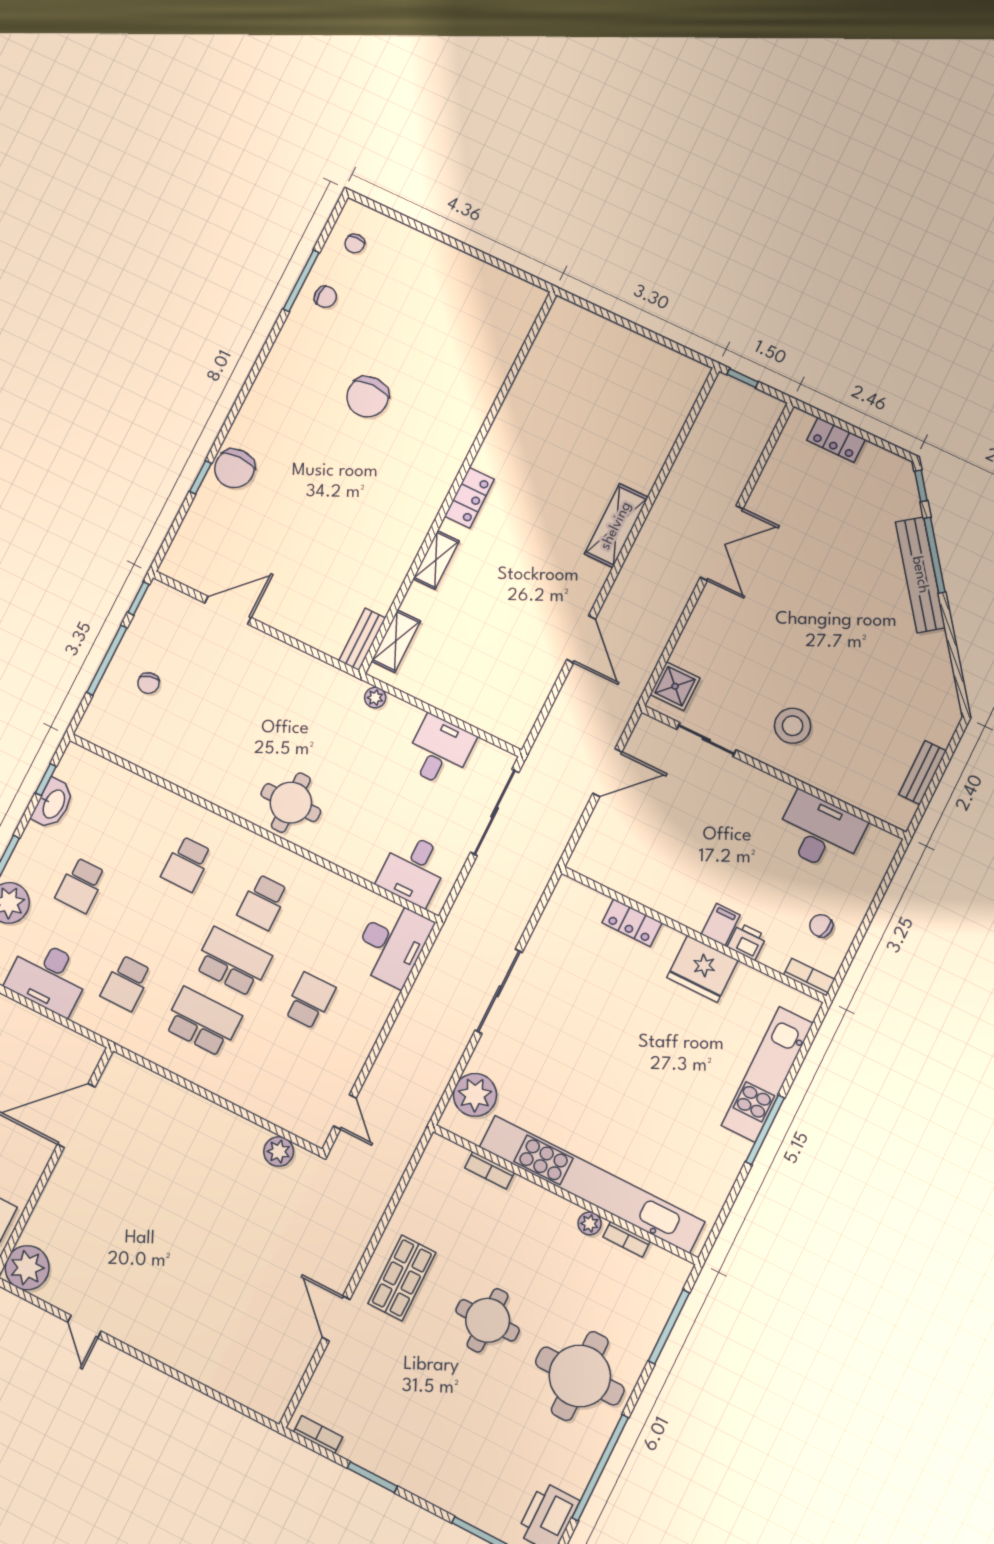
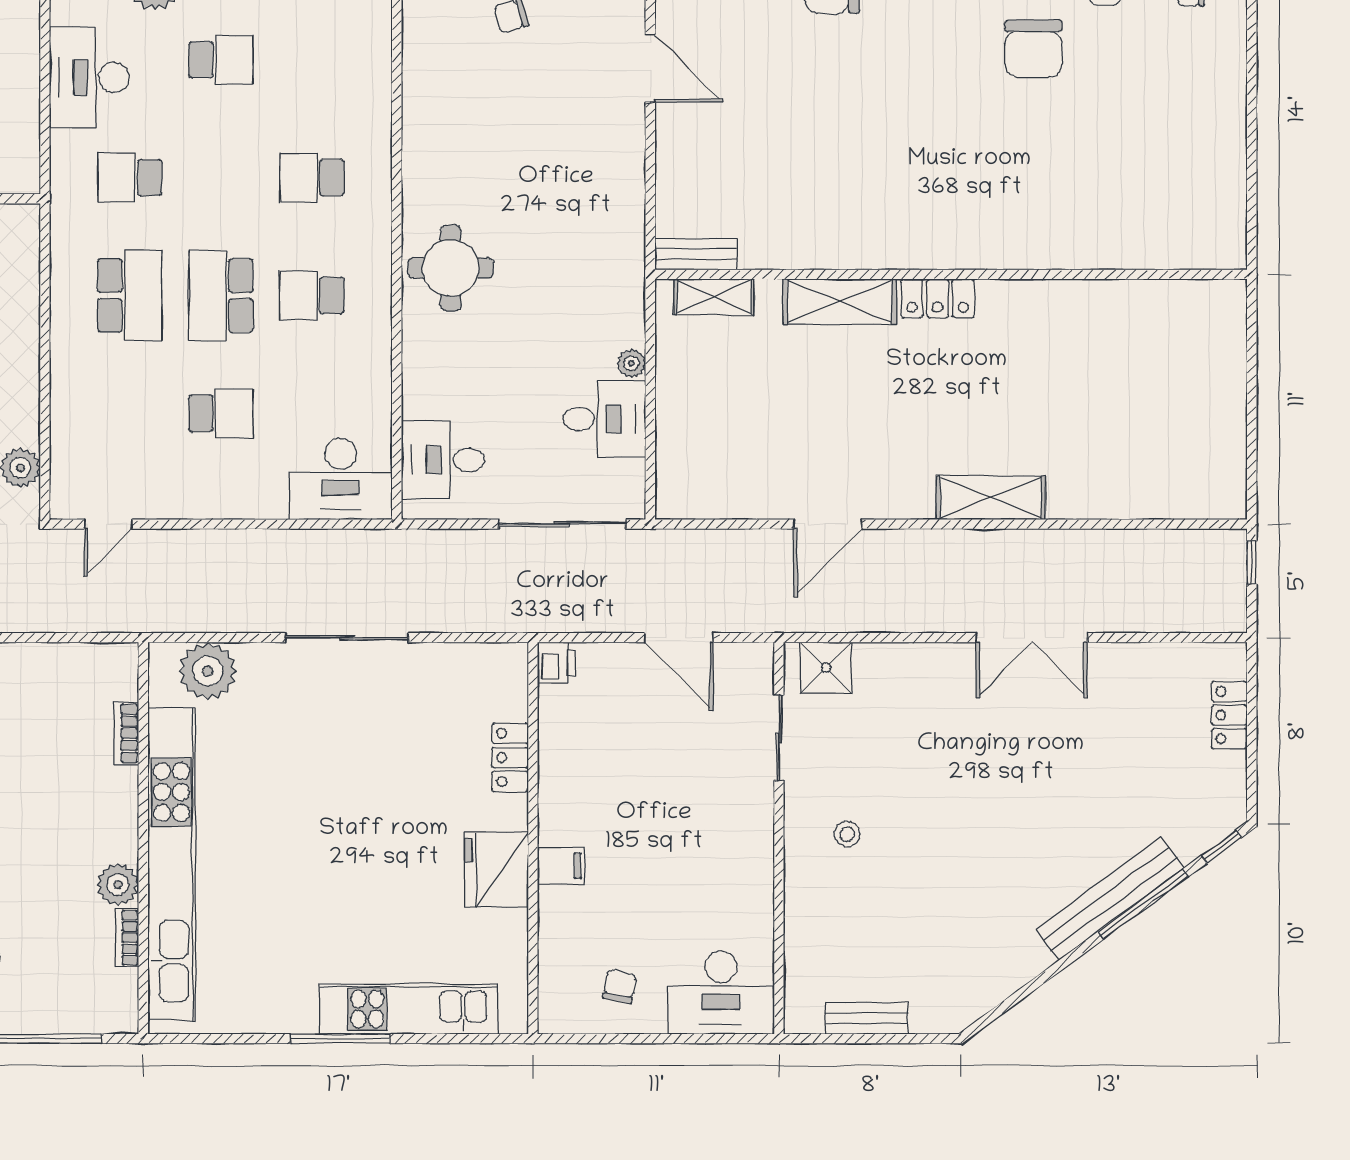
chair: (368, 397) -> (1033, 49), moved, turned -90
shelving: (436, 560) -> (840, 302), width x1.50, depth x1.33
plant: (375, 698) -> (631, 363), moved
stool: (793, 726) -> (847, 834), width x0.53, depth x0.53
desk: (820, 832) -> (721, 993), moved, turned 90
school desk: (81, 885) -> (221, 60), turned 180
printer: (747, 941) -> (556, 663), moved
school desk: (233, 962) -> (221, 296), turned 180
bookcase: (809, 977) -> (550, 1002), removed
plant: (590, 1223) -> (118, 884), width x1.38, depth x1.38

